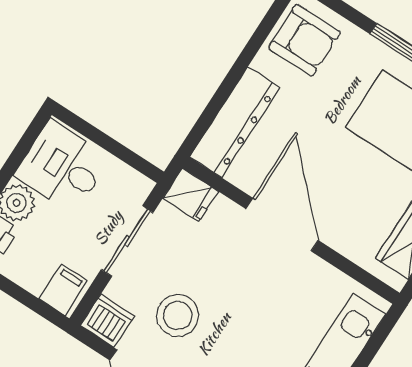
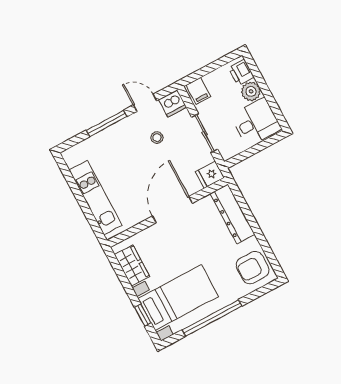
door: (282, 225) -> (172, 210), swing flipped
stool: (178, 315) -> (157, 138), width x0.53, depth x0.53

